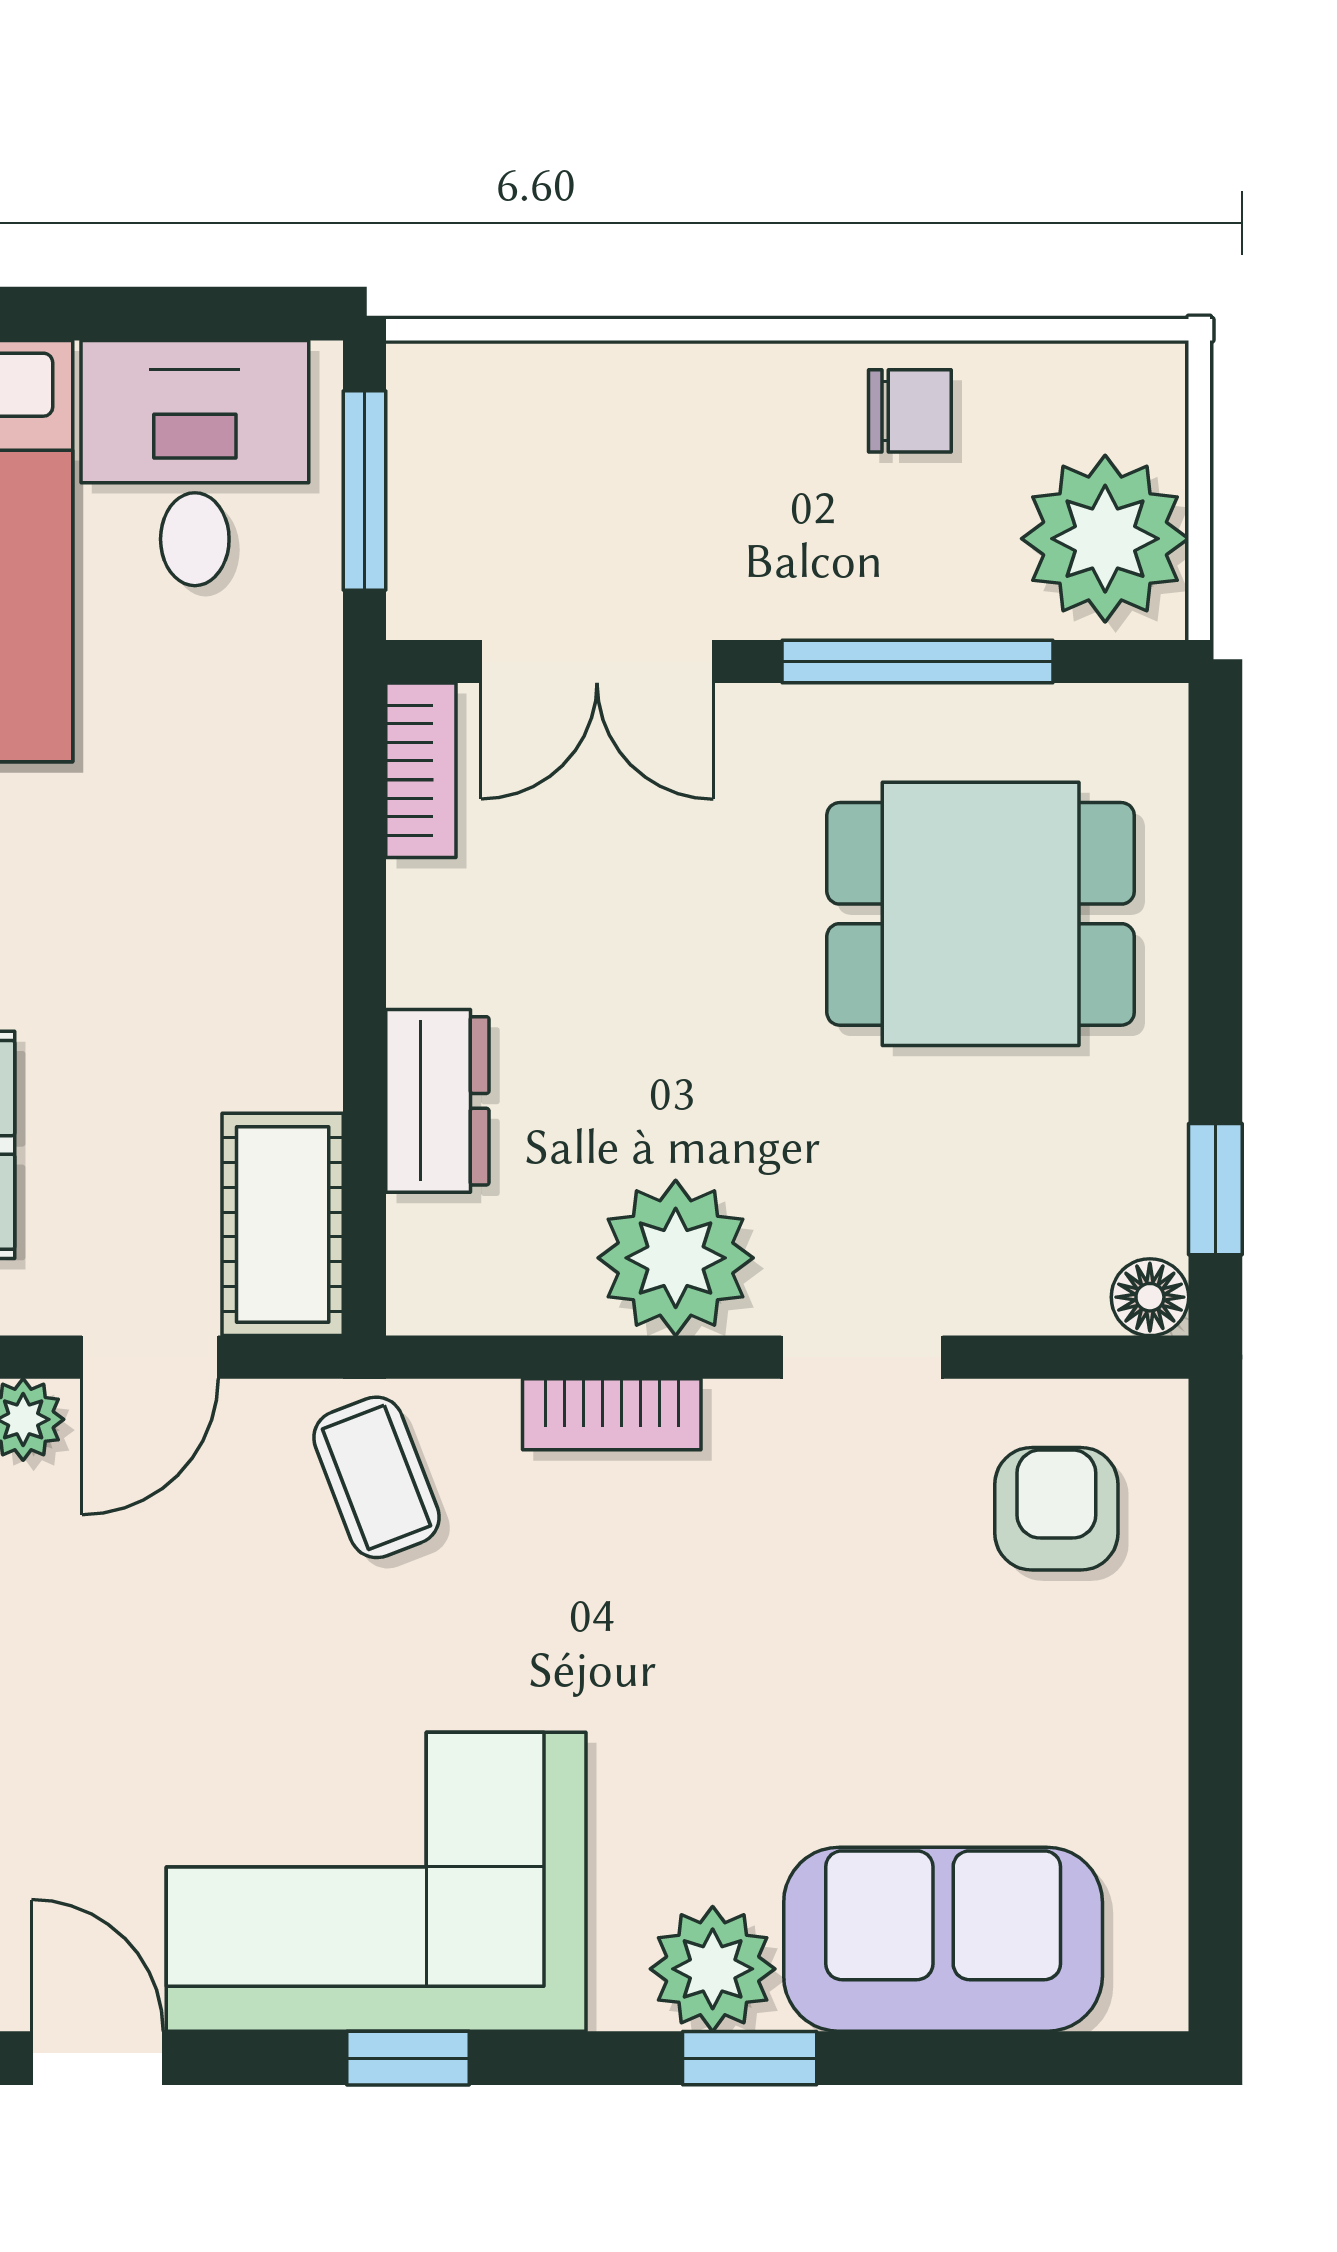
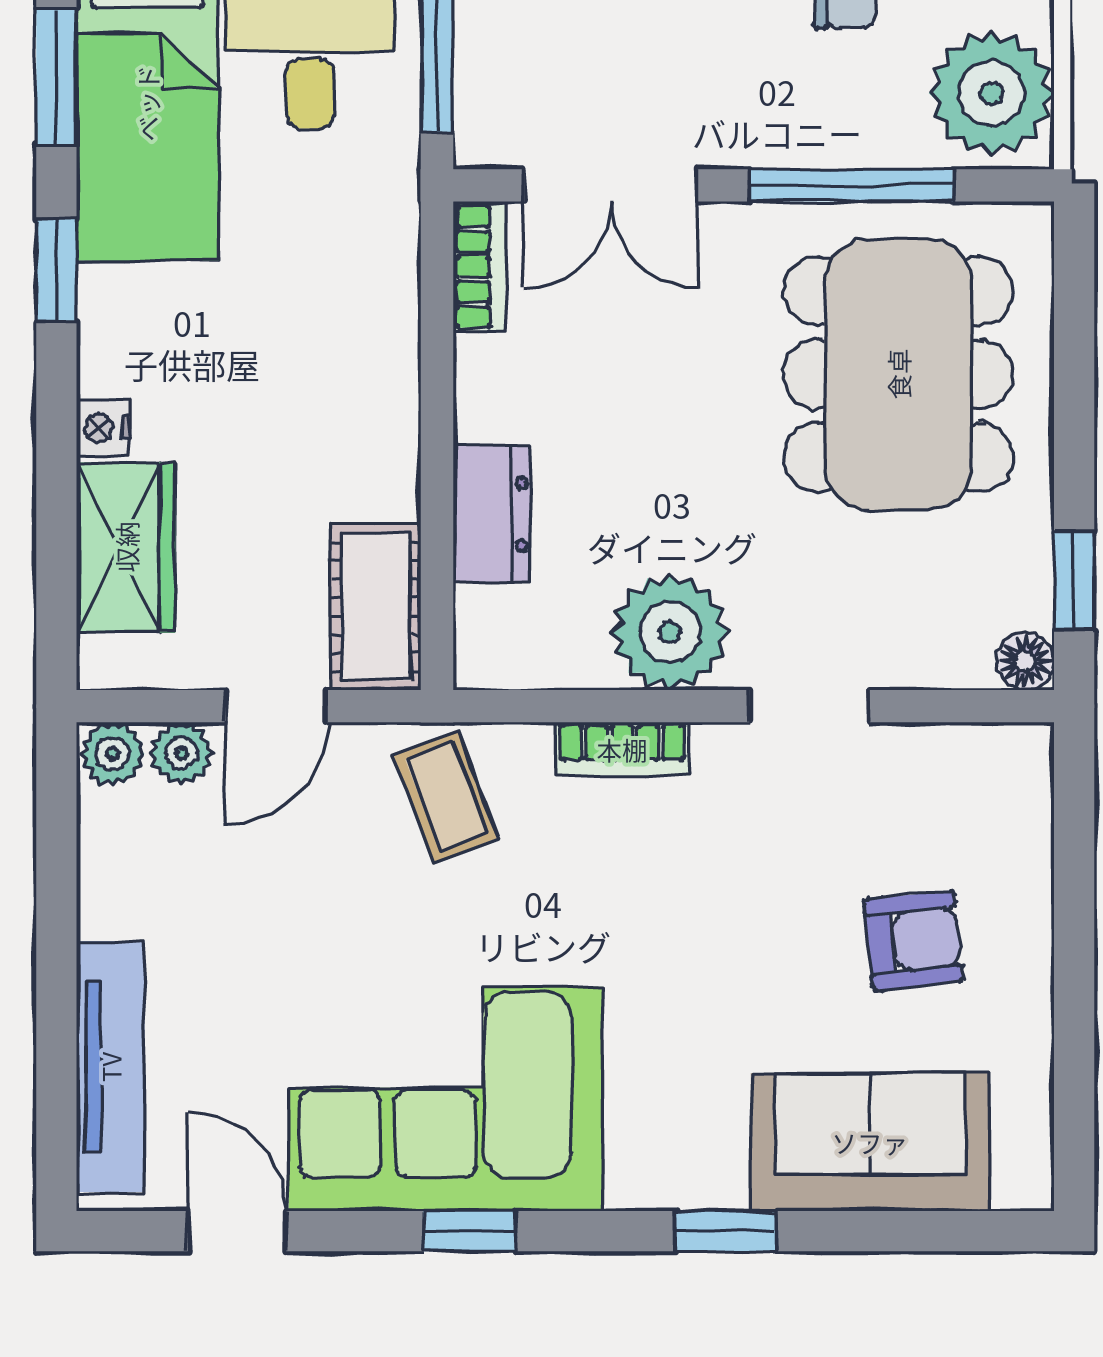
dining table: (981, 914) -> (898, 374), width x1.38
armchair: (1056, 1509) -> (913, 941), moved, turned 84
plant: (713, 1969) -> (698, 1164), removed

